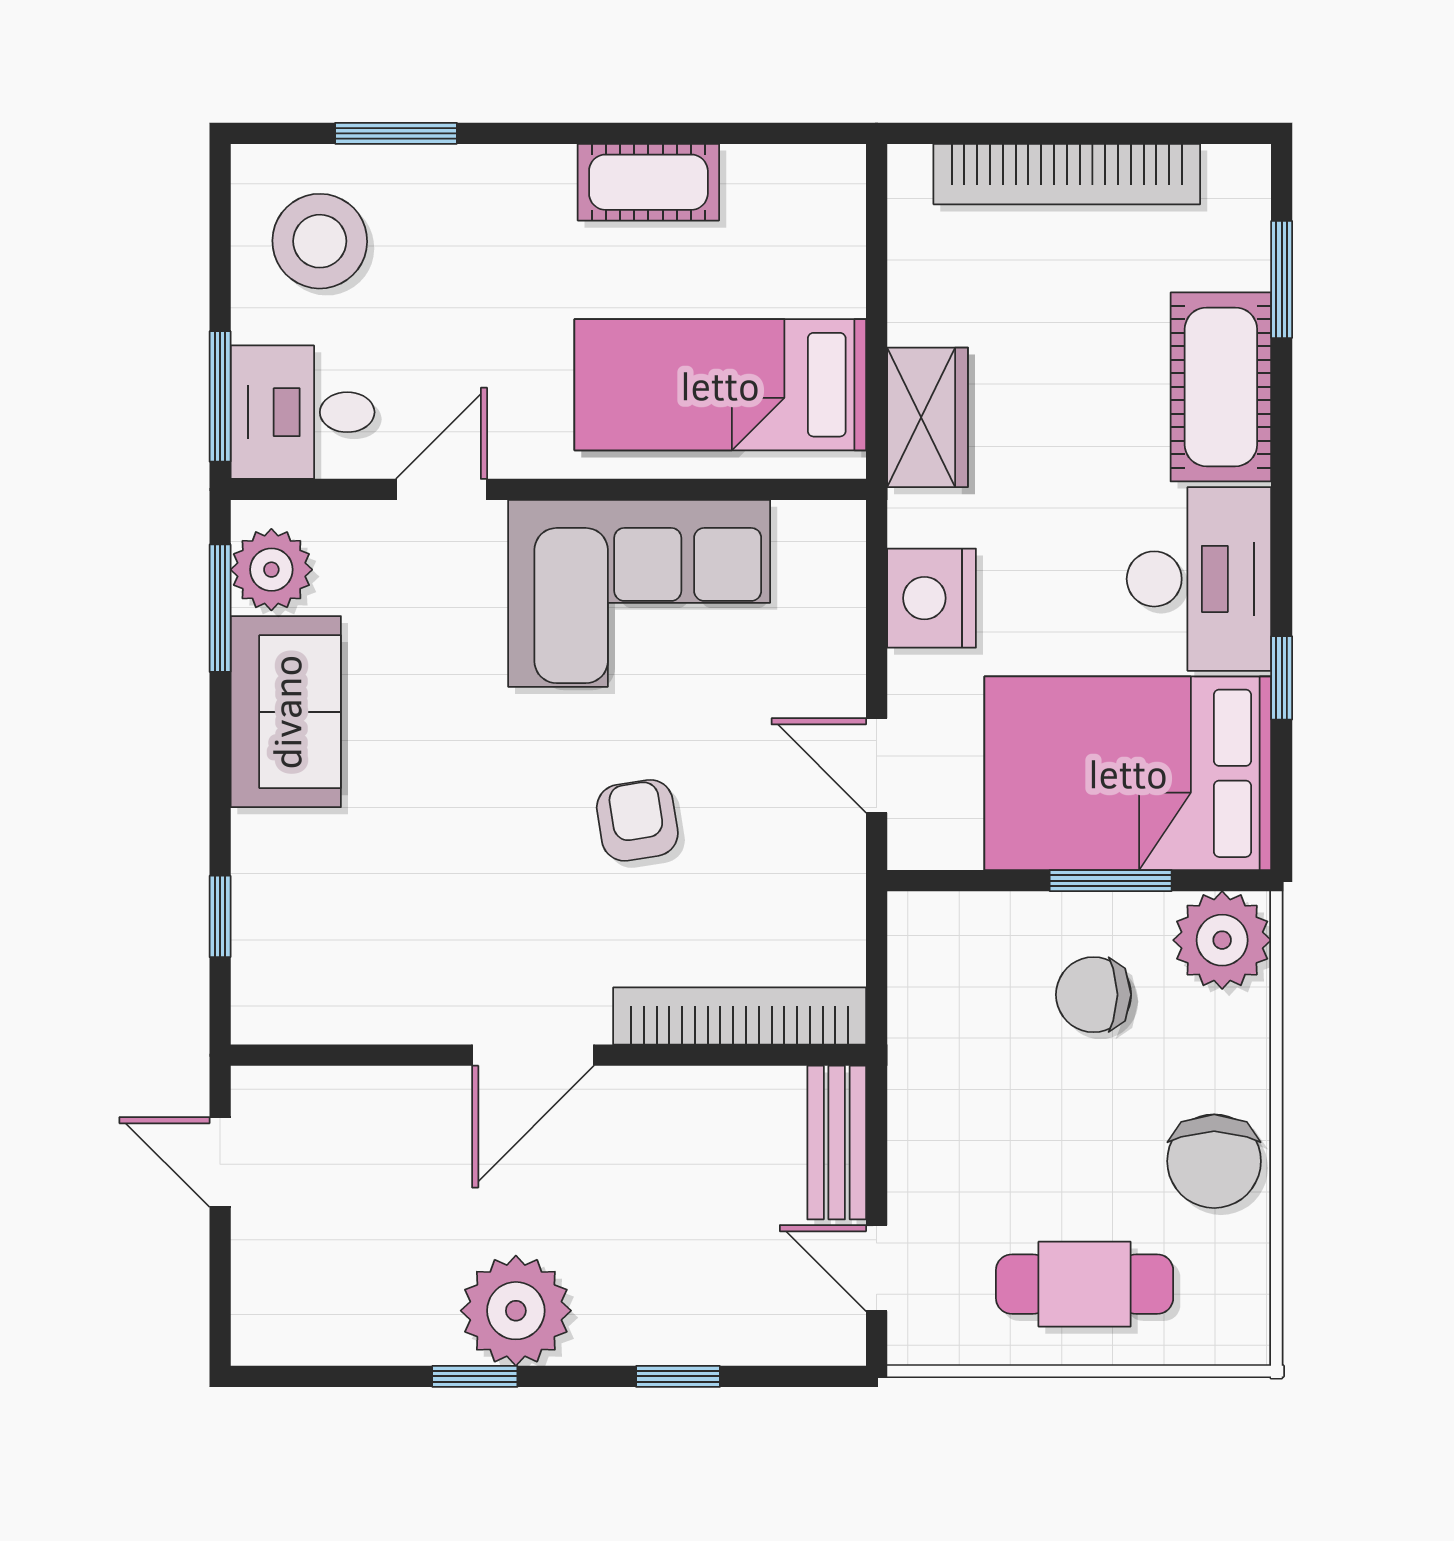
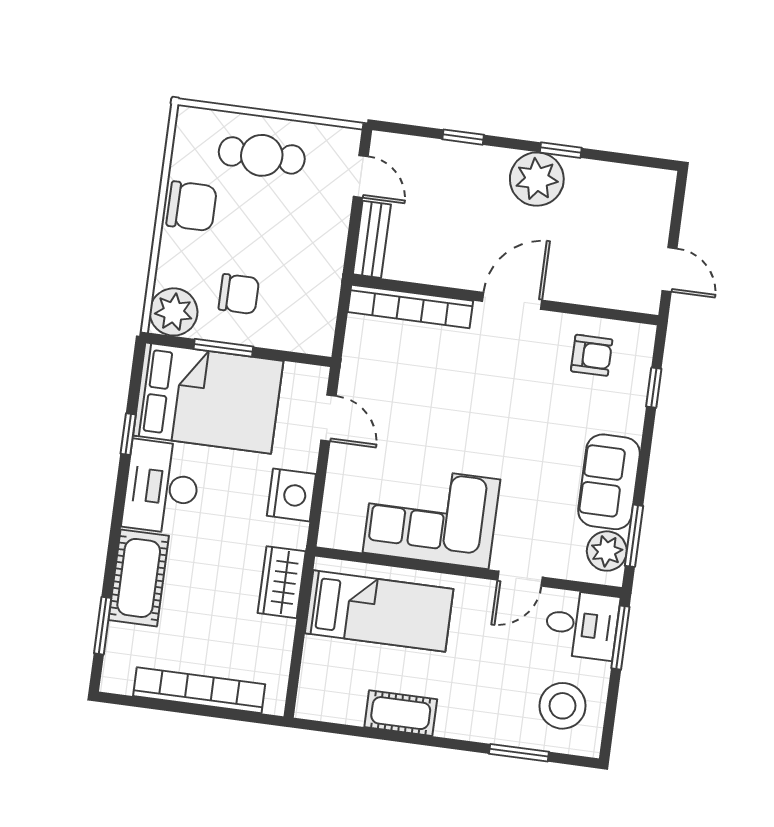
armchair: (637, 820) -> (592, 355), moved, turned -81
chair: (1214, 1161) -> (192, 206), turned 90

